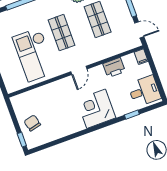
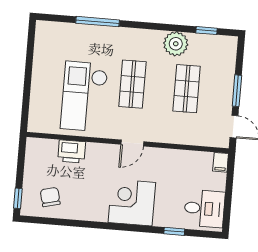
printer: (114, 68) -> (72, 151), moved
chair: (32, 123) -> (50, 197), moved

